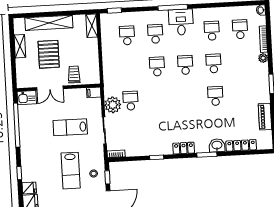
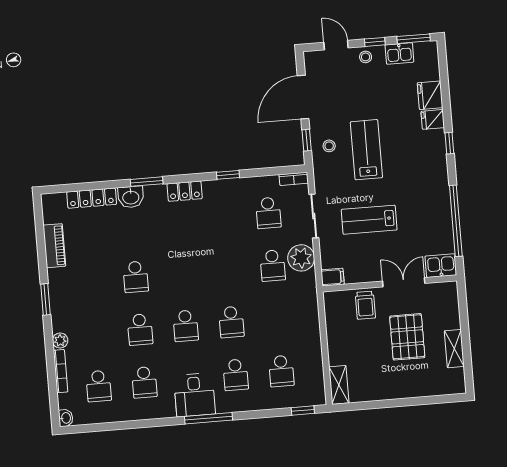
shelving: (49, 23) -> (408, 388), removed
lab bench: (70, 127) -> (369, 220), turned 180
school desk: (132, 133) -> (268, 213), added

